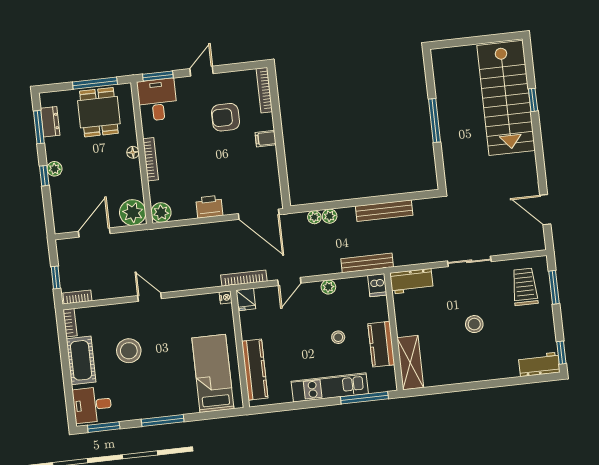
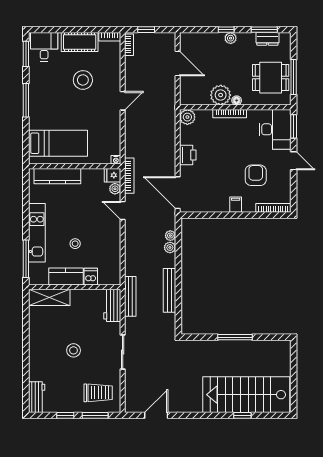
desk: (157, 100) -> (275, 129), width x1.37
plant: (133, 213) -> (221, 95), moved
door: (259, 214) -> (178, 193), hinge flipped
bench: (367, 263) -> (130, 296), moved
dishwasher: (377, 285) -> (91, 277), moved, turned 90
plant: (328, 287) -> (115, 189), moved
window: (561, 353) -> (65, 415), moved

